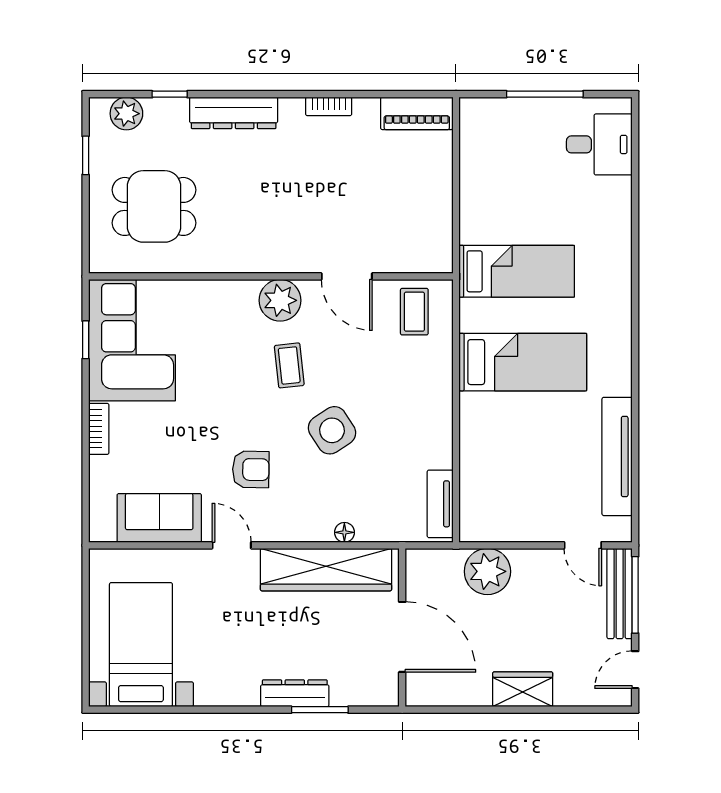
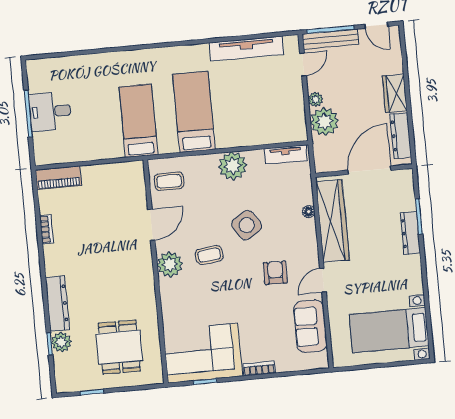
bookcase: (329, 106) -> (46, 229), moved
piano: (417, 113) -> (58, 178), moved, turned 90
plant: (126, 114) -> (61, 342), moved
desk: (599, 144) -> (50, 112), moved, turned -90
plant: (430, 416) -> (233, 166), added
plant: (525, 560) -> (315, 99), added
dresser: (454, 692) -> (401, 135), added

